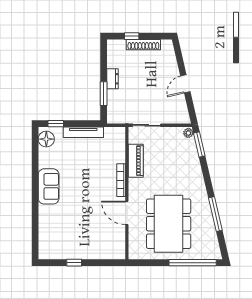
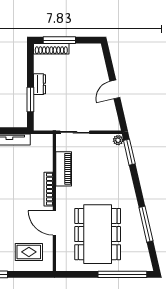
window: (132, 36) -> (59, 40), width x2.17
shoe rack: (143, 45) -> (51, 49), moved
rug: (102, 241) -> (29, 252), added

